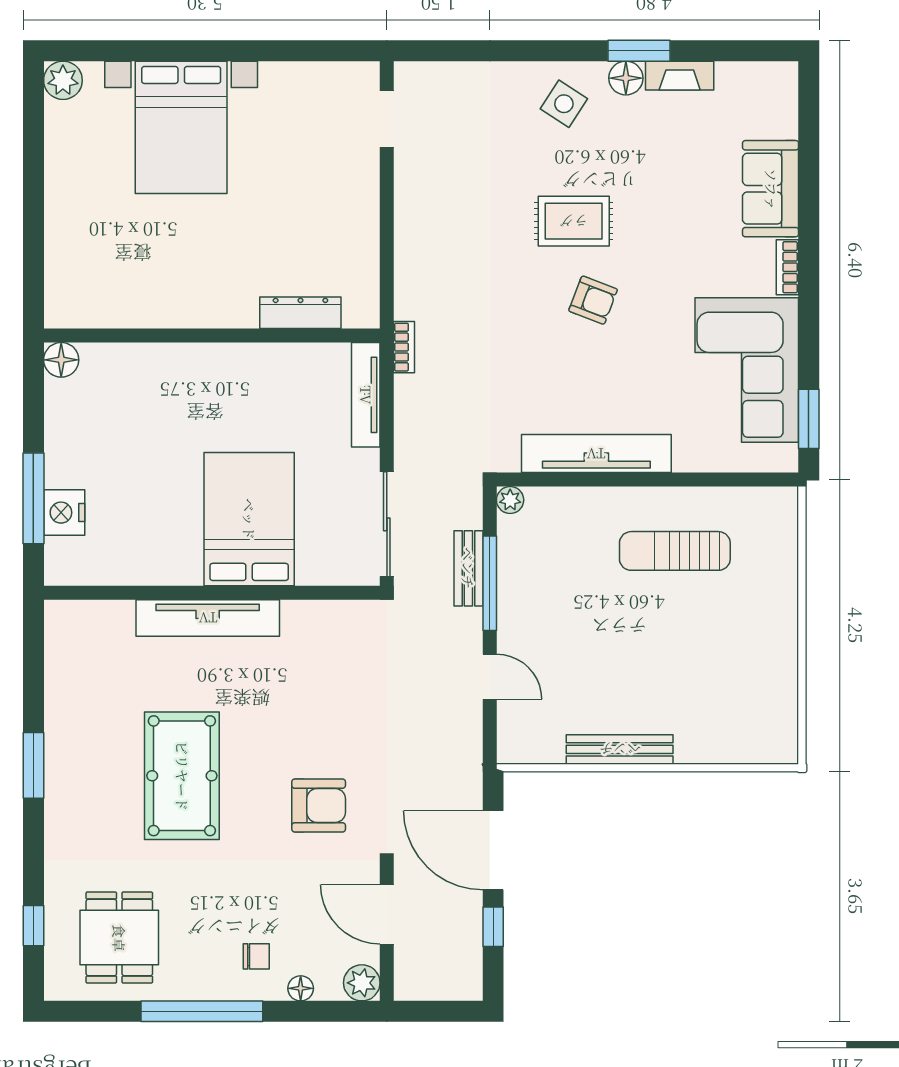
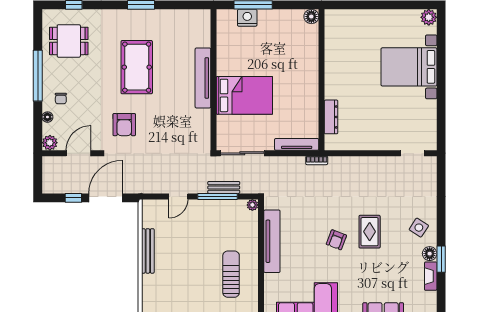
pool table: (182, 776) -> (137, 67), turned 90

